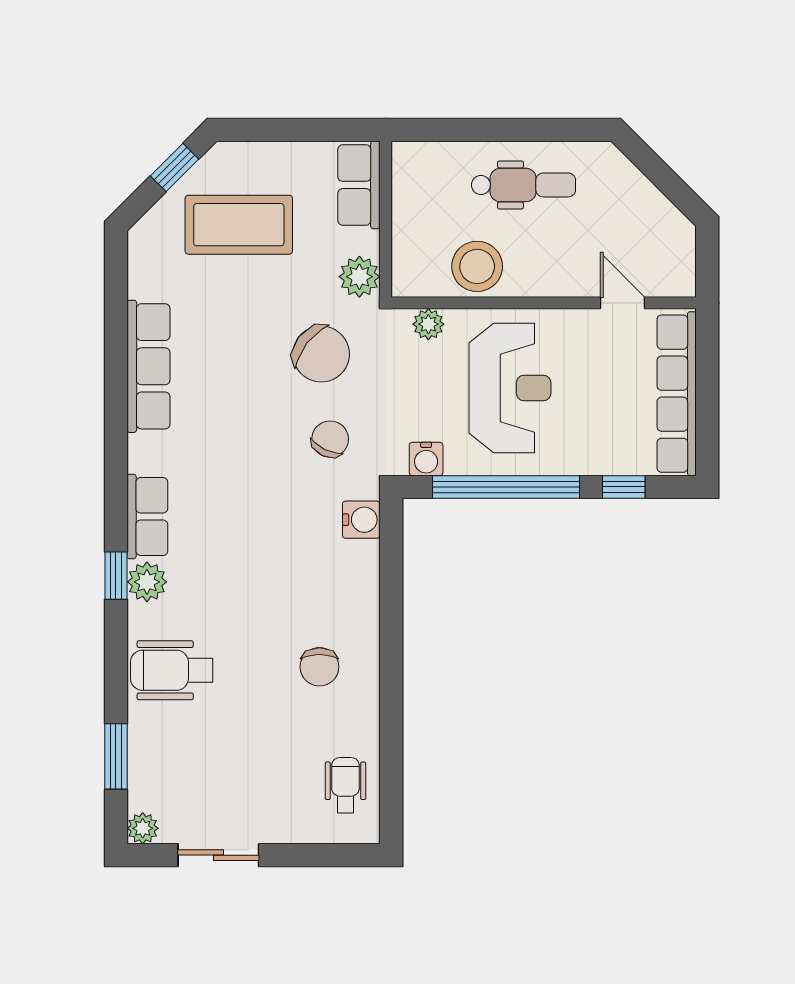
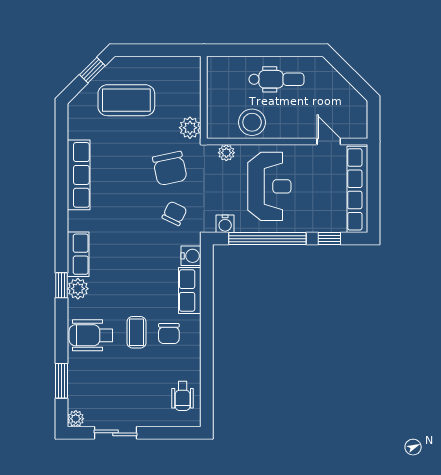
row of seats: (359, 185) -> (190, 290), moved
chair: (321, 354) -> (170, 168), turned 40
coffee table: (258, 664) -> (136, 332), added
wheelchair: (345, 785) -> (183, 396), turned 180

